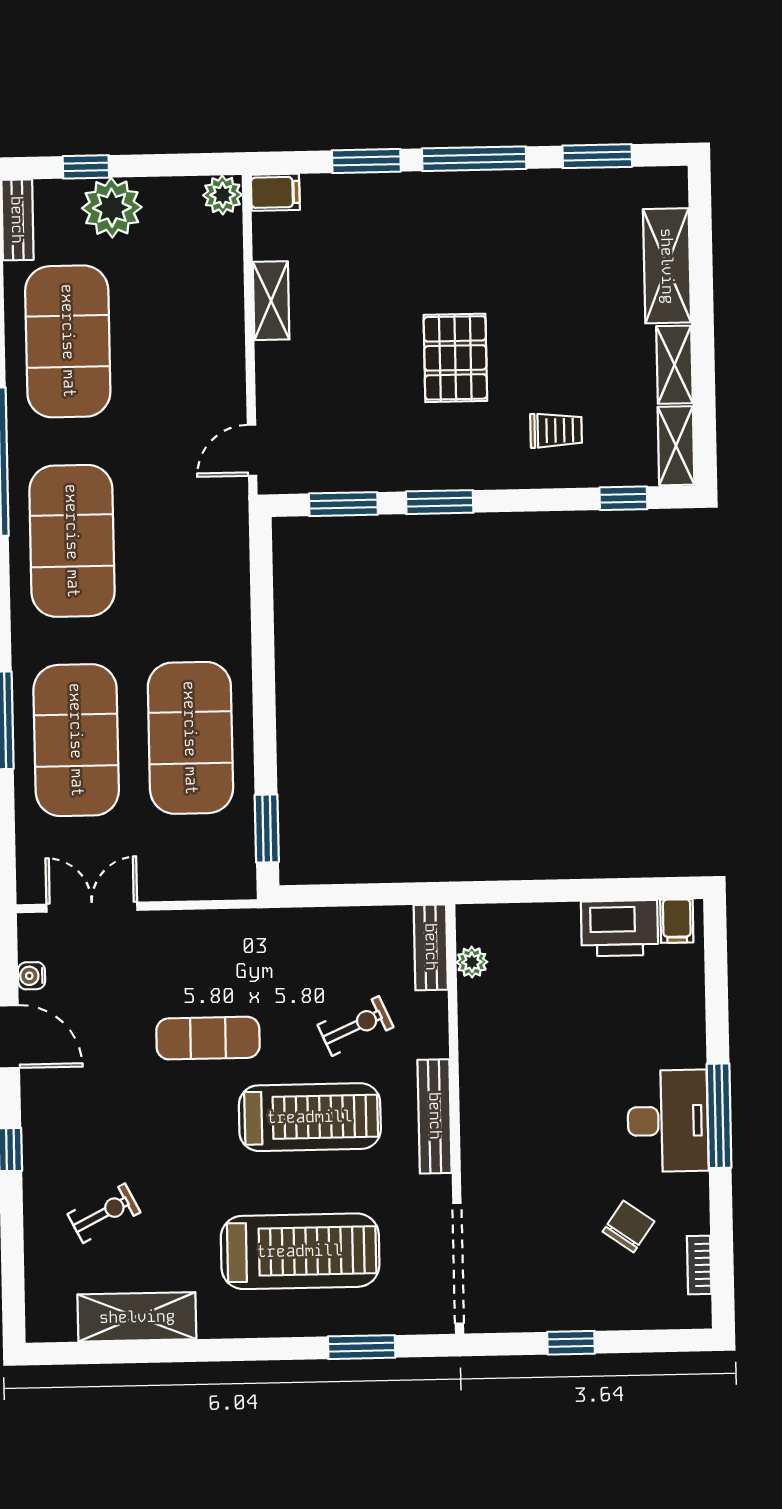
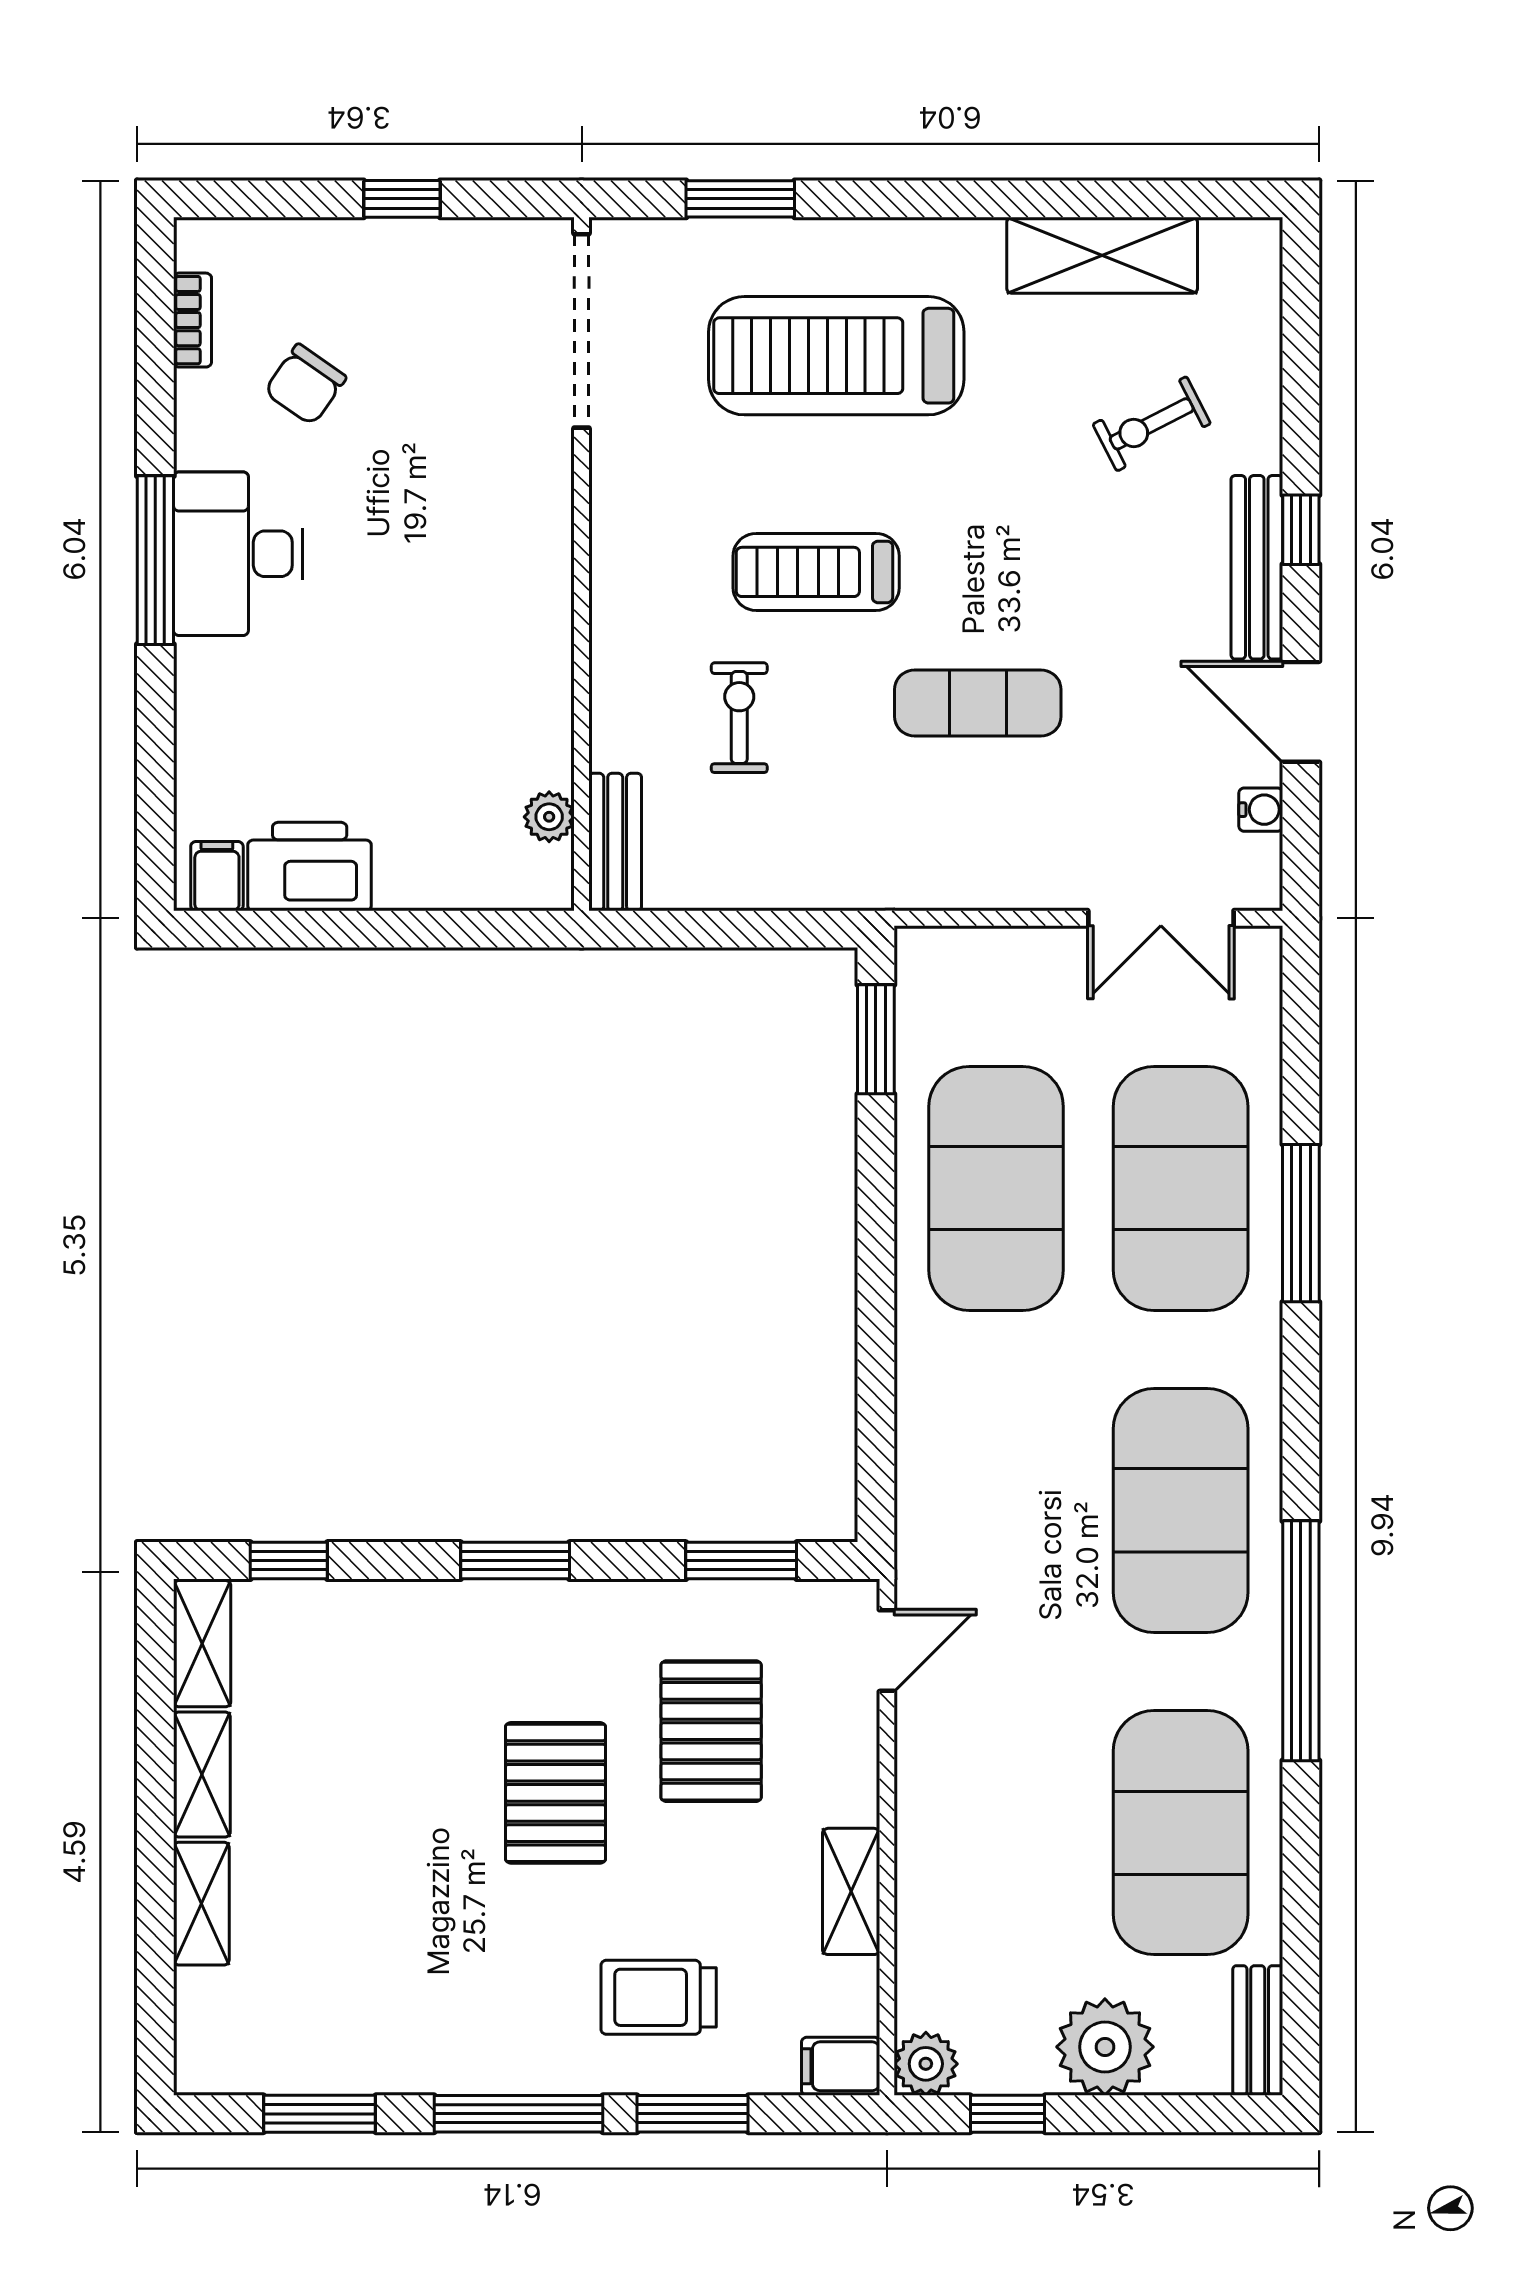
window: (86, 167) -> (1008, 2114), moved
shelving: (667, 266) -> (201, 1904), width x0.67, depth x0.75
pallet: (360, 398) -> (711, 1731), added
trolley: (556, 430) -> (659, 1997), moved, width x1.36, depth x1.39
window: (440, 502) -> (515, 1561), moved
exercise bike: (356, 1026) -> (739, 718), turned 114
bench: (435, 1116) -> (1257, 567), moved
treadmill: (310, 1117) -> (816, 572), width x0.73, depth x0.73

